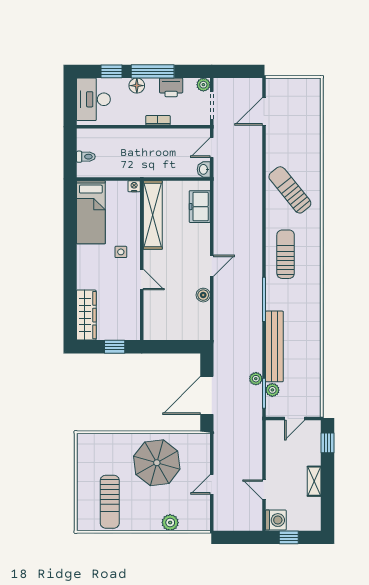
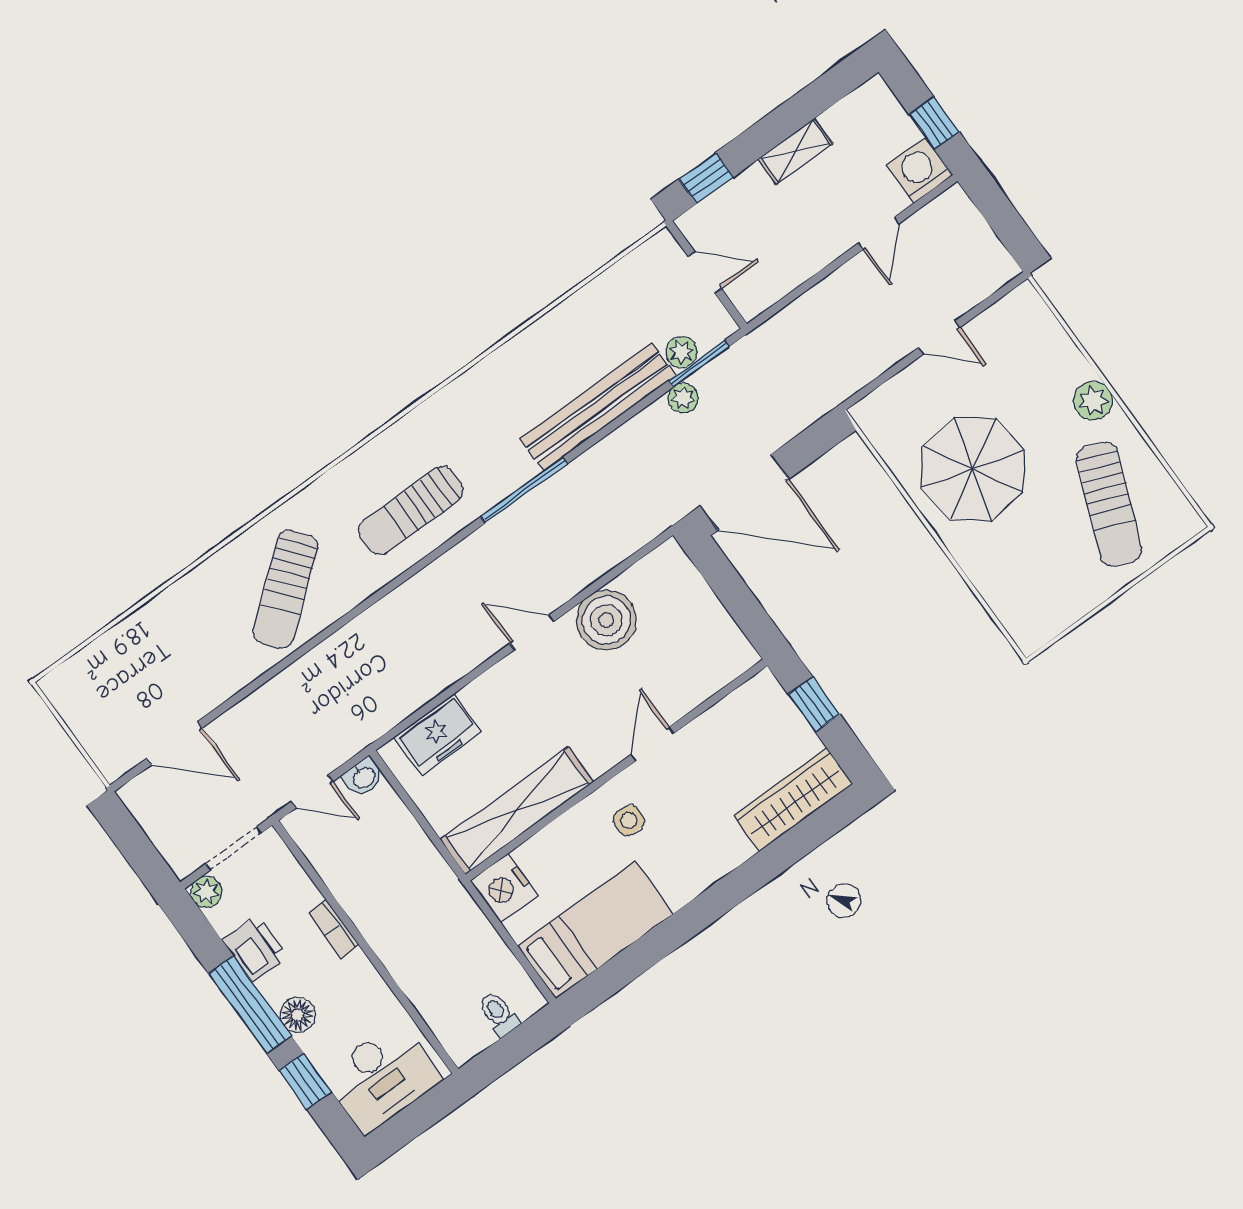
nightstand: (134, 186) -> (504, 888), width x1.89, depth x1.79
boiler: (203, 295) -> (606, 620), width x1.86, depth x1.86
door: (207, 395) -> (745, 492), moved
sun lounger: (110, 502) -> (1109, 504), turned 112
plant: (170, 523) -> (1093, 401), moved

